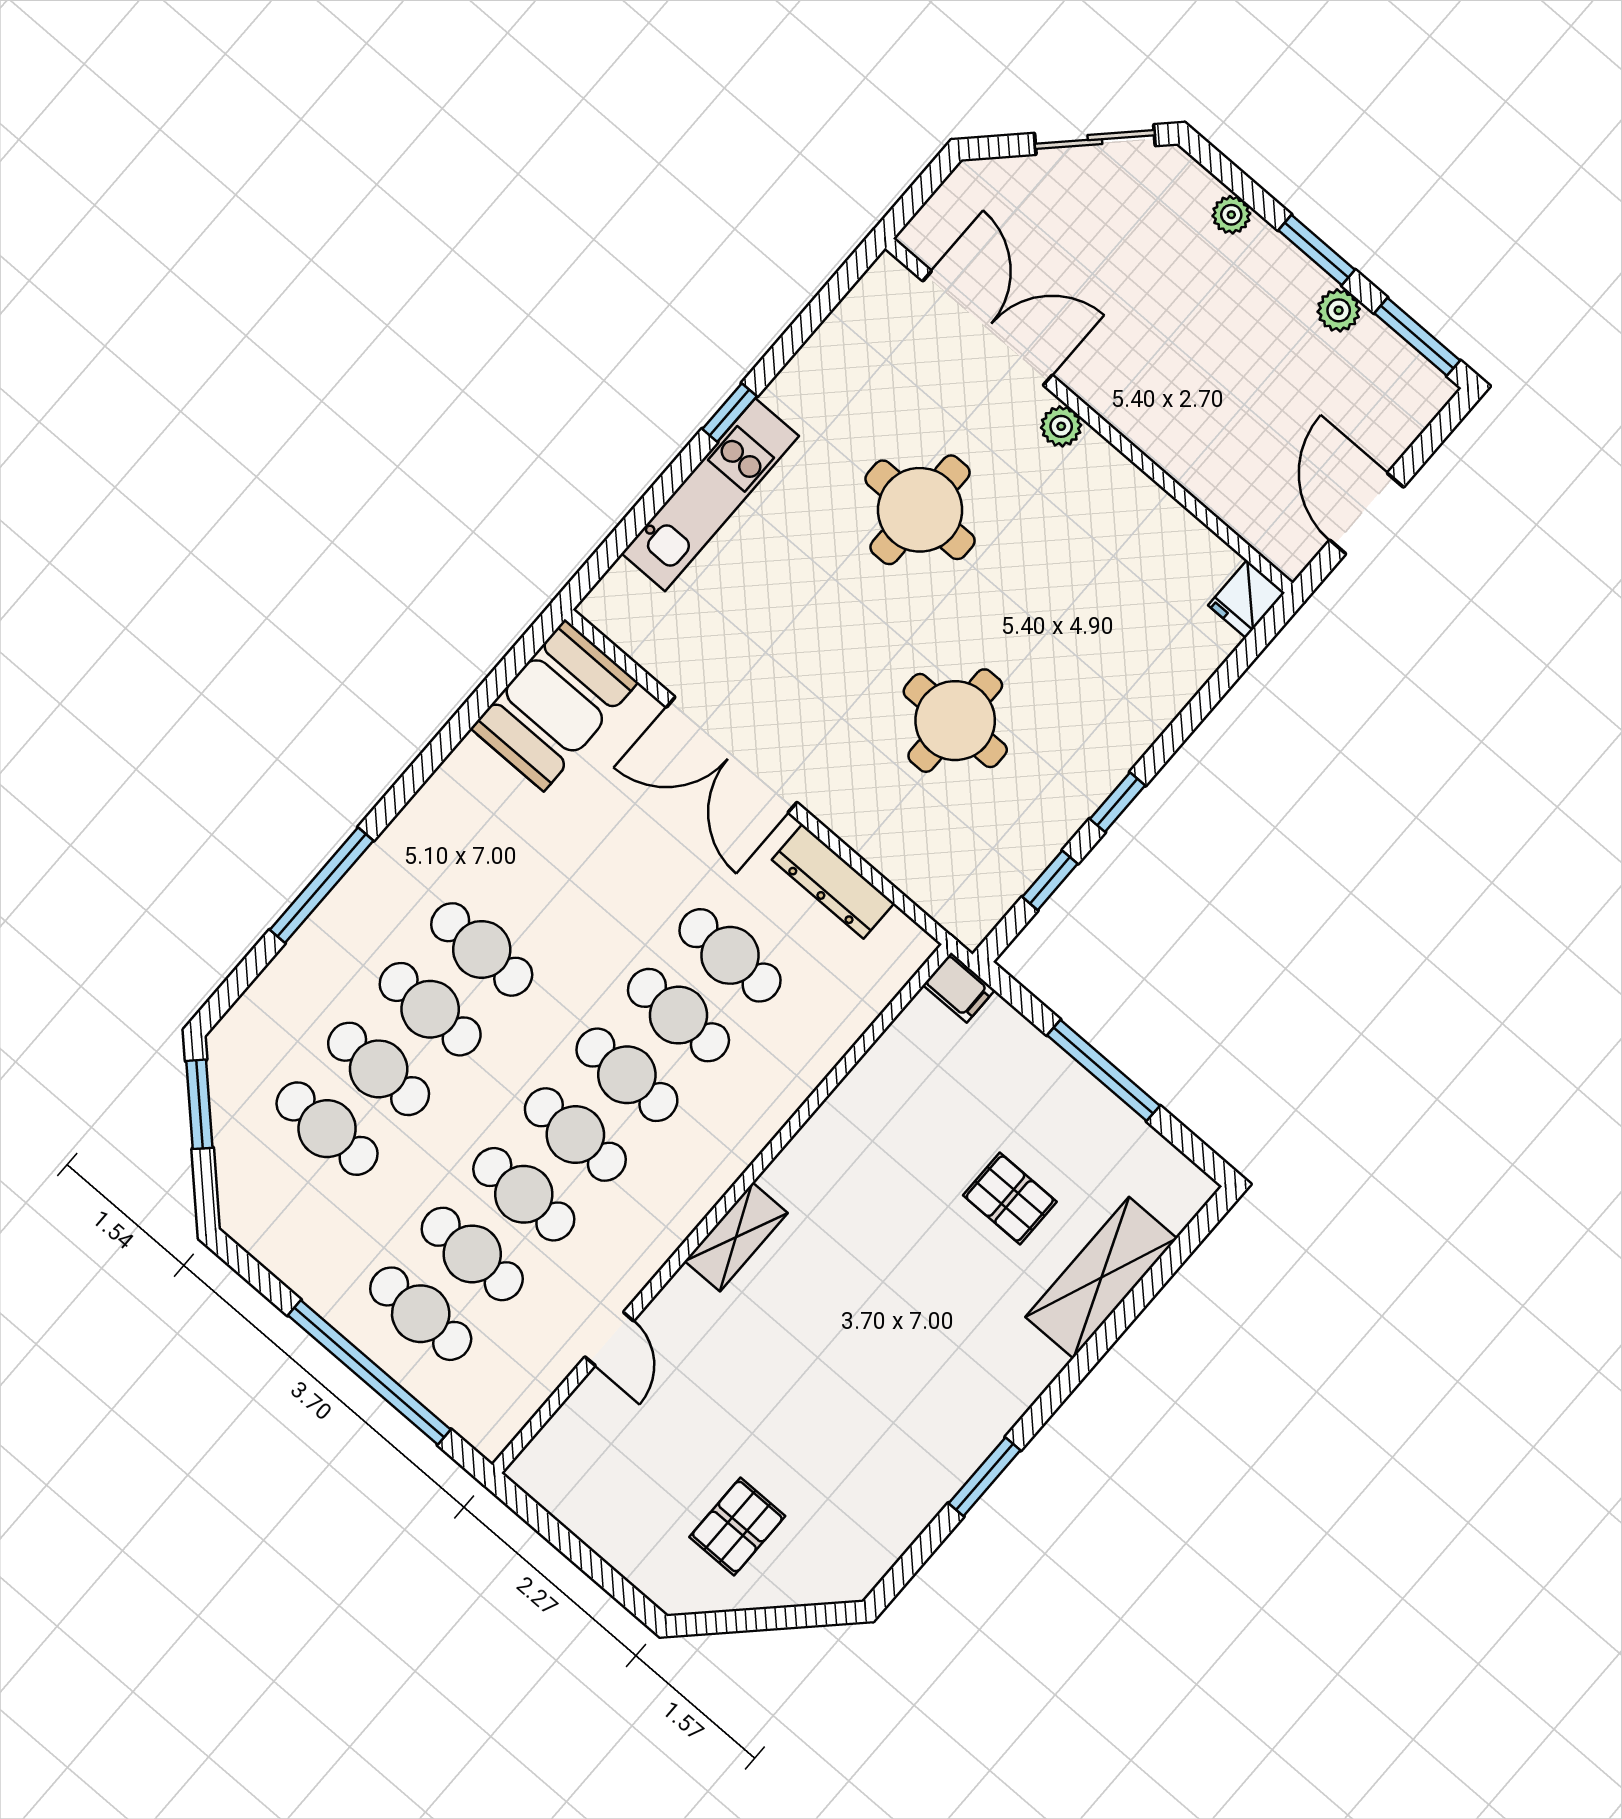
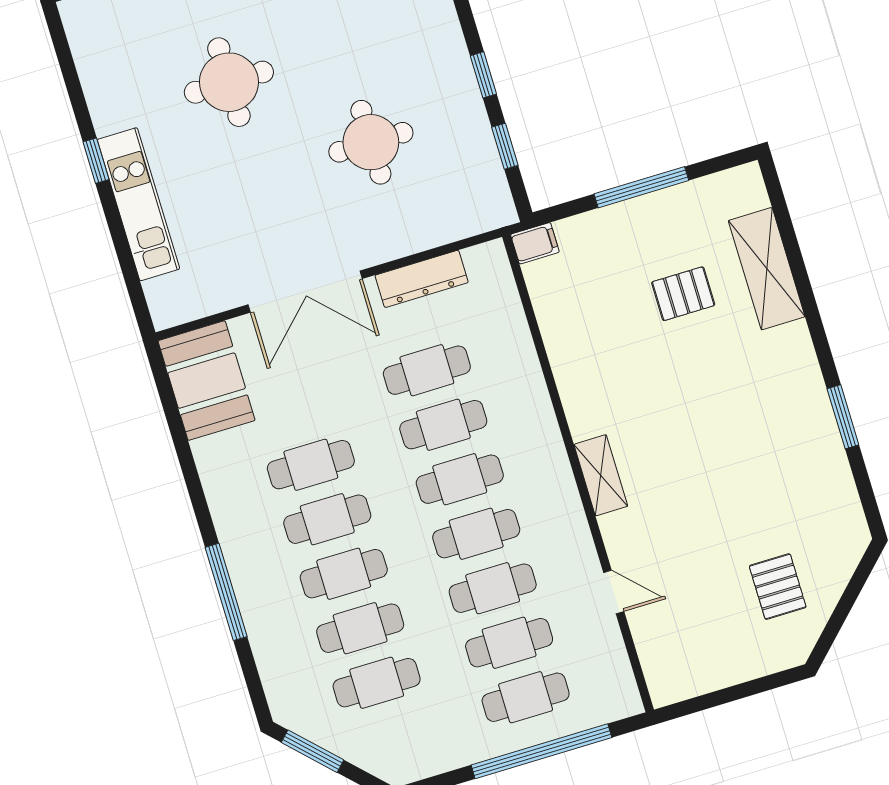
cafe table: (533, 890) -> (311, 465), added

